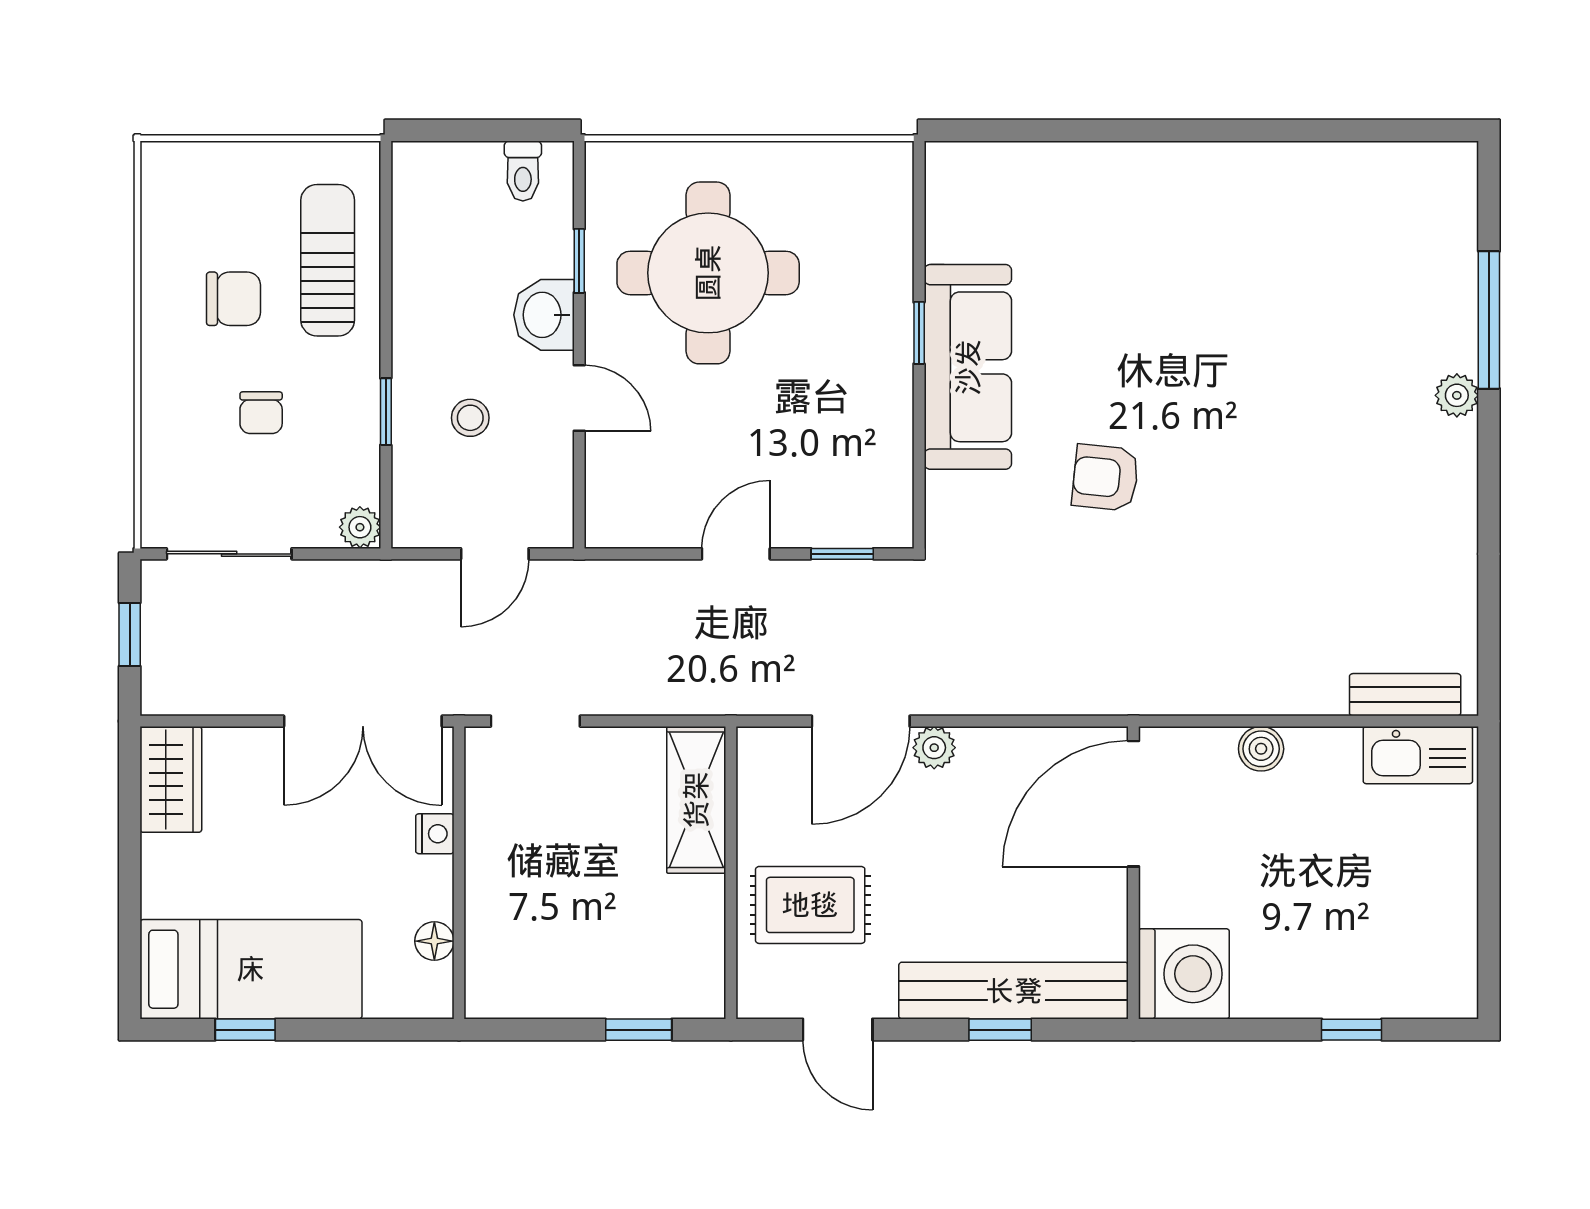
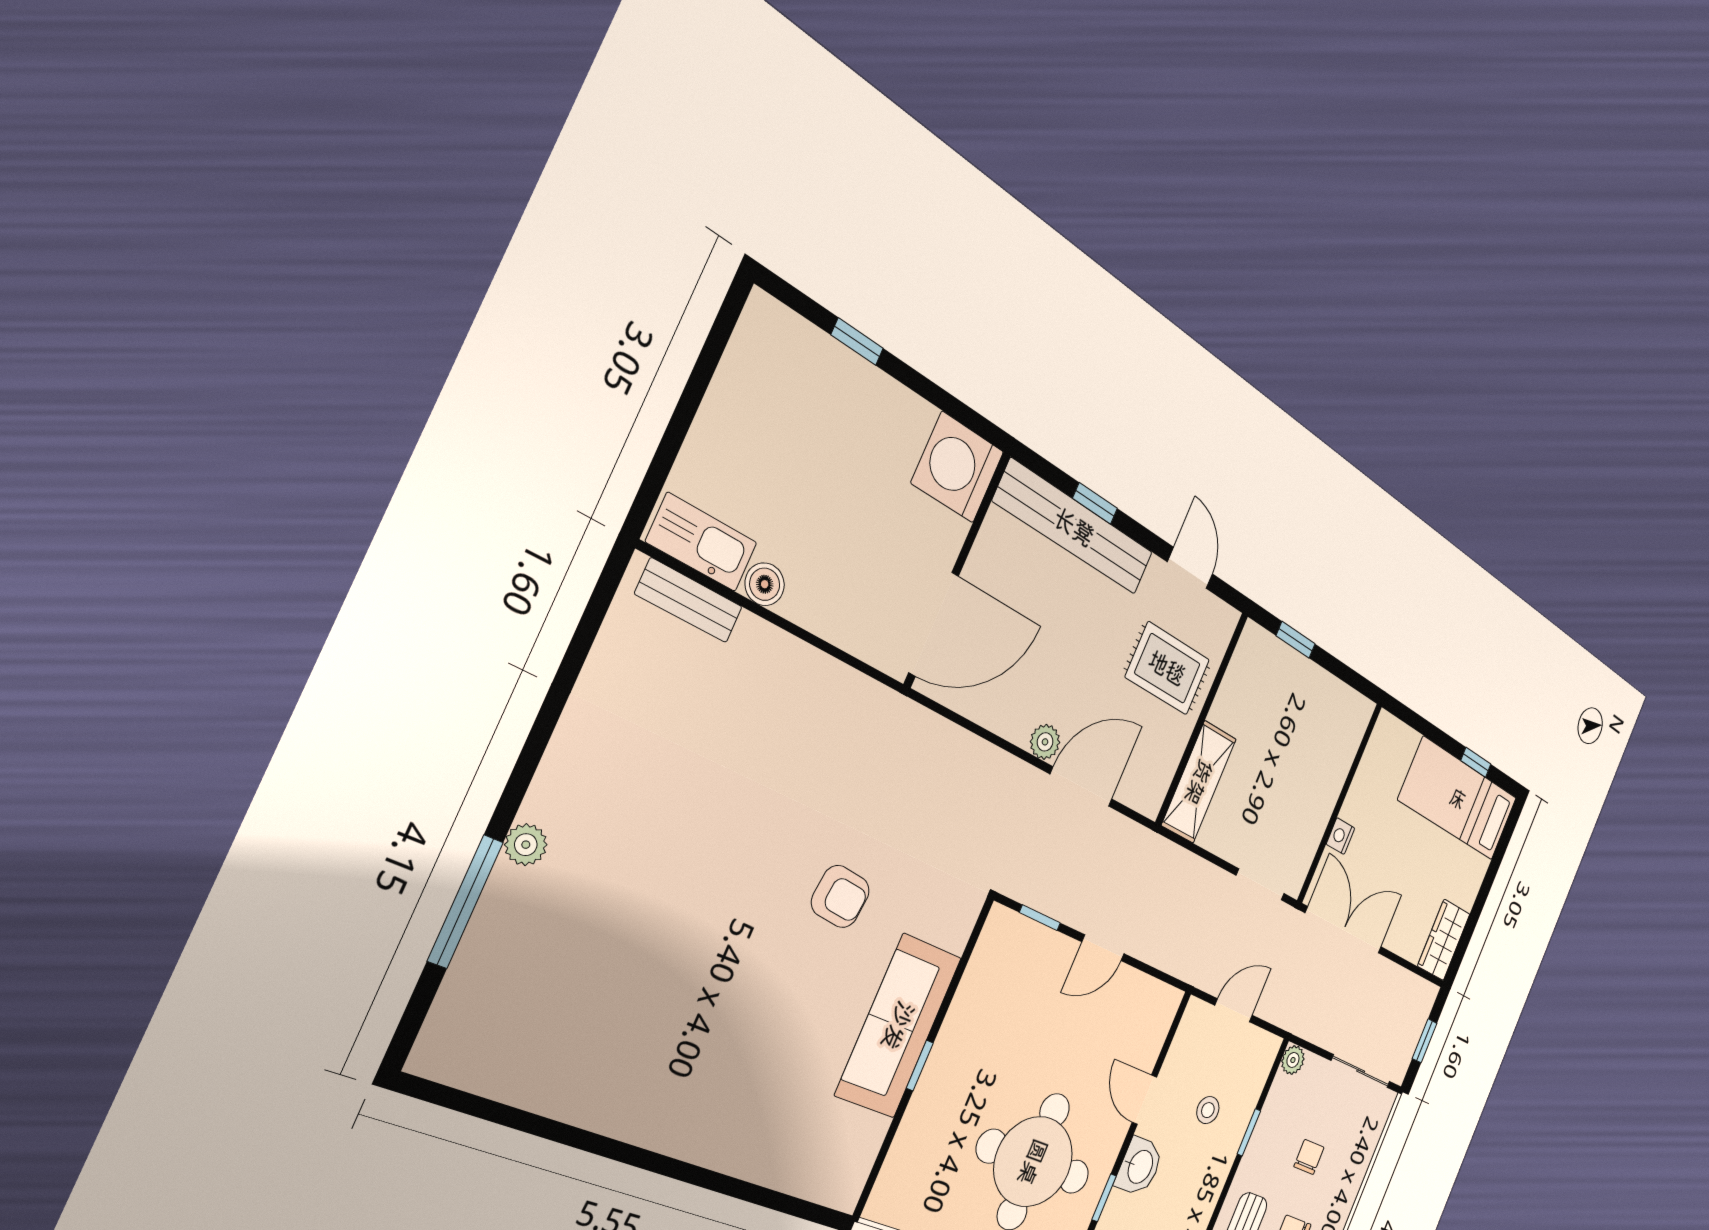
boiler: (1261, 749) -> (765, 584), moved
floor lamp: (434, 941) -> (1370, 765), removed

